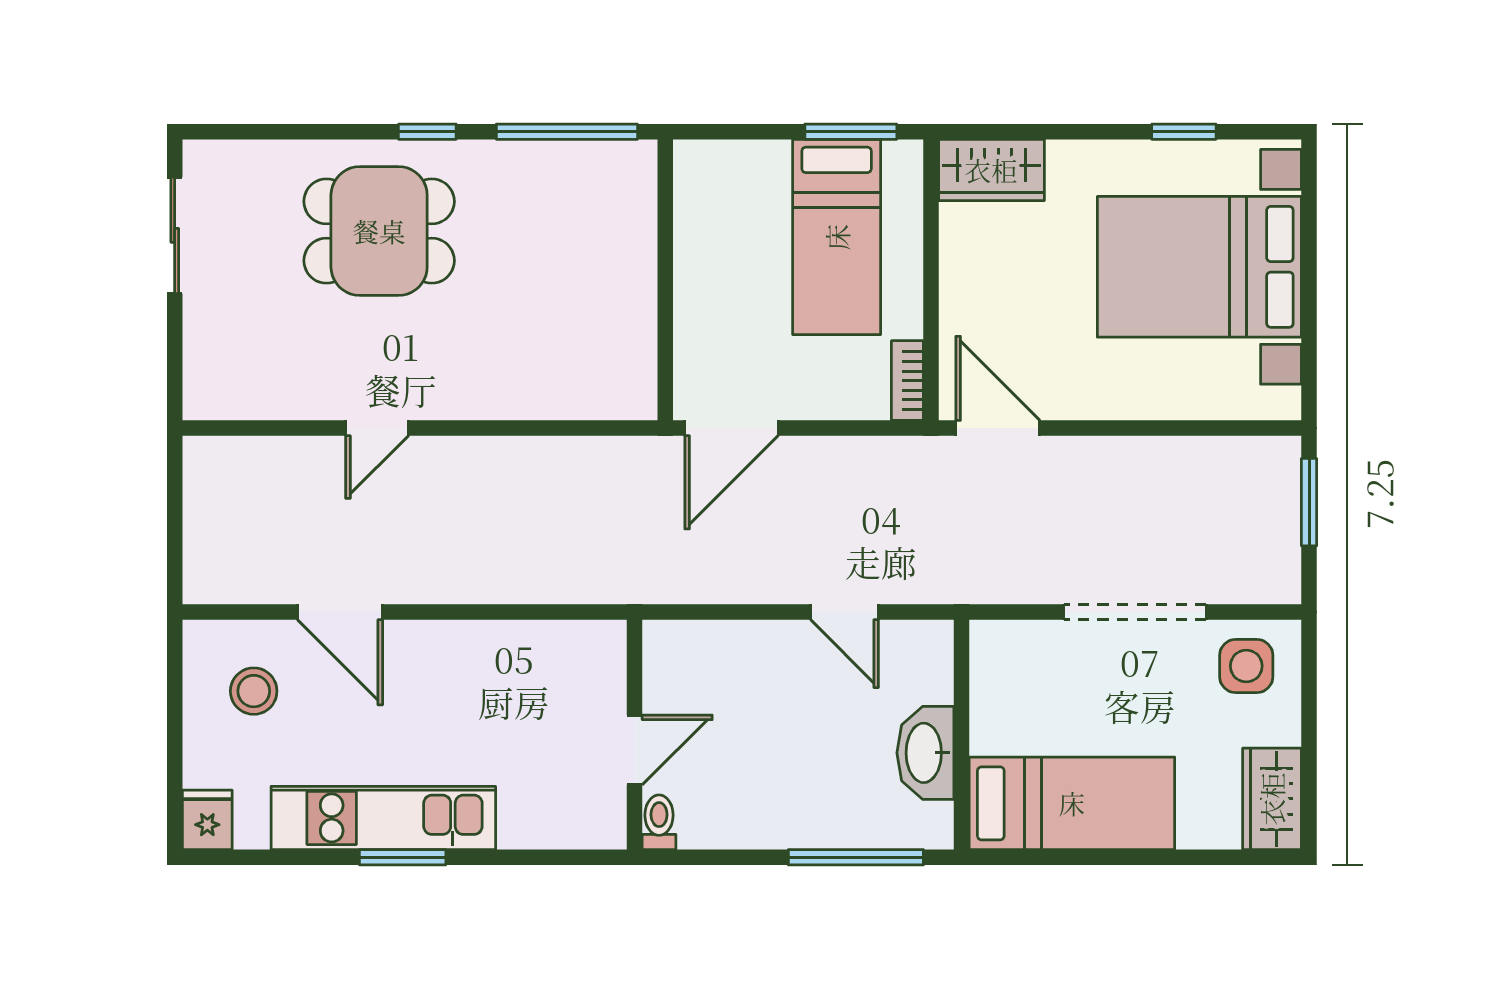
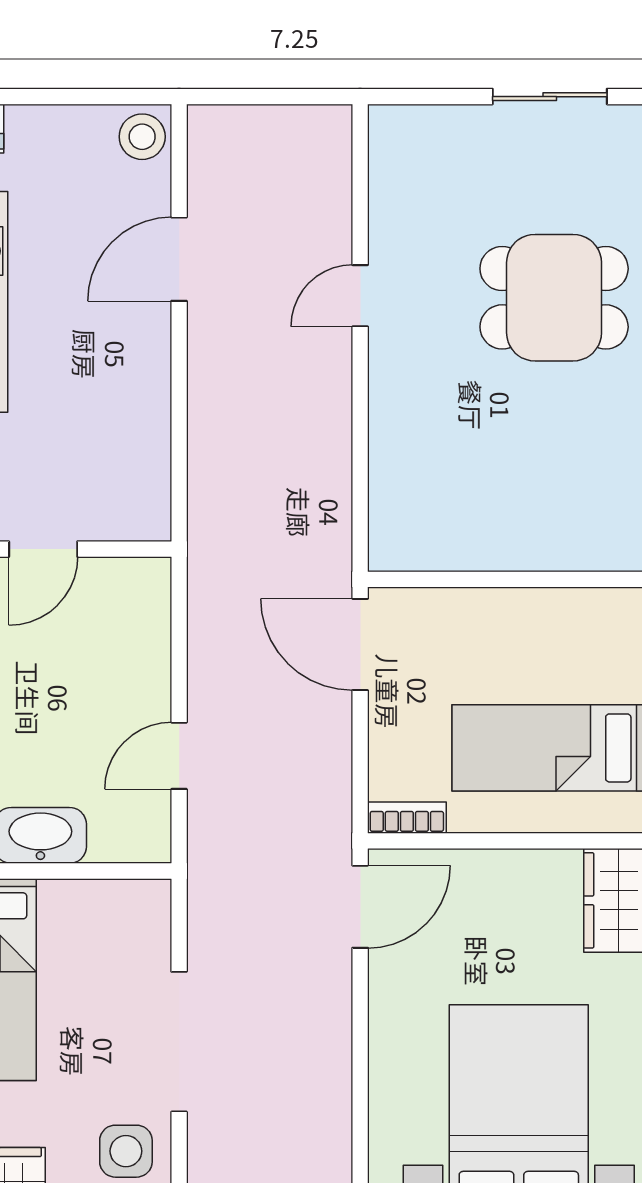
dining table: (379, 231) -> (554, 298), turned 90
door: (377, 428) -> (360, 296), hinge flipped
stool: (254, 691) -> (142, 137), moved
door: (635, 750) -> (43, 549), hinge flipped

